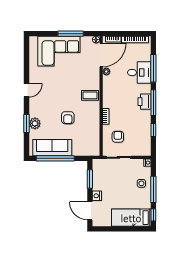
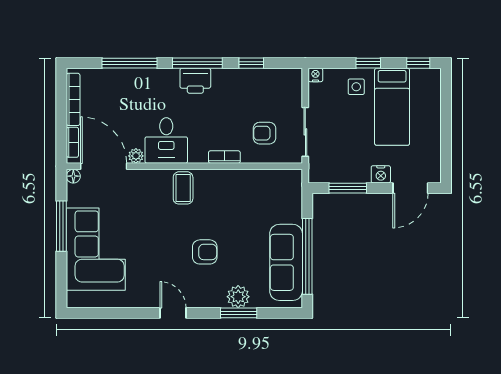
desk: (139, 73) -> (166, 140), moved, turned 180
armchair: (68, 118) -> (205, 252), moved
window: (153, 189) -> (368, 63), width x0.46
bed: (131, 218) -> (392, 107), moved

